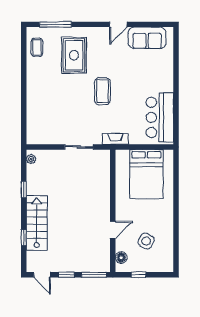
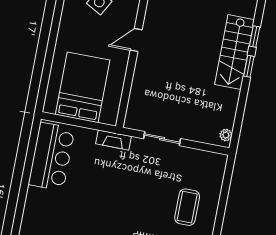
coffee table: (102, 91) -> (187, 207), moved
window: (24, 189) -> (249, 66), moved
door: (113, 230) -> (136, 40), moved

